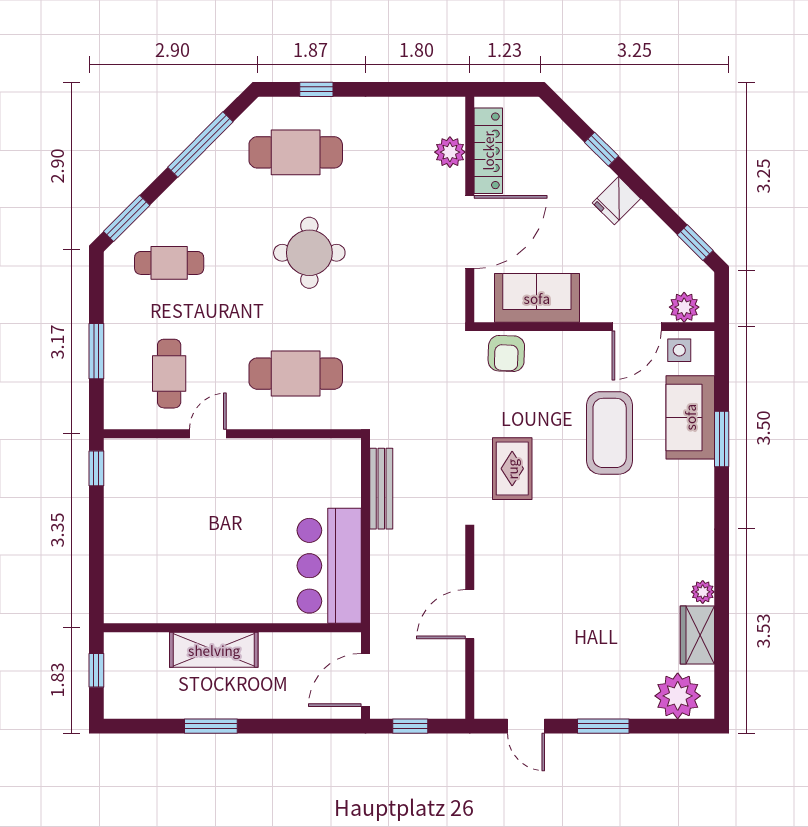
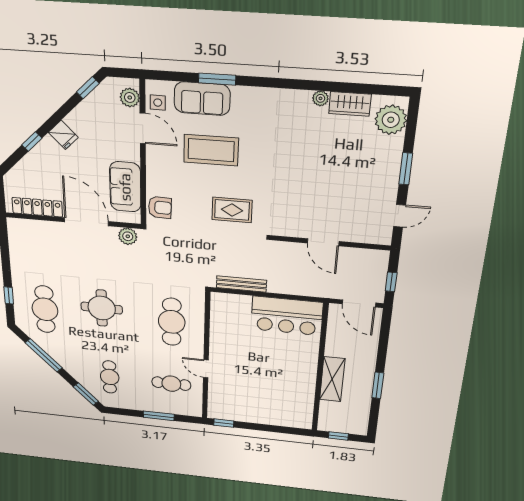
plant: (450, 152) -> (128, 236), moved

